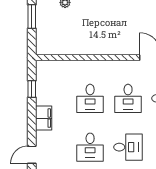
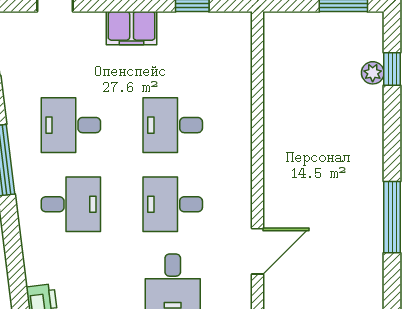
desk: (128, 147) -> (71, 204), turned -90

